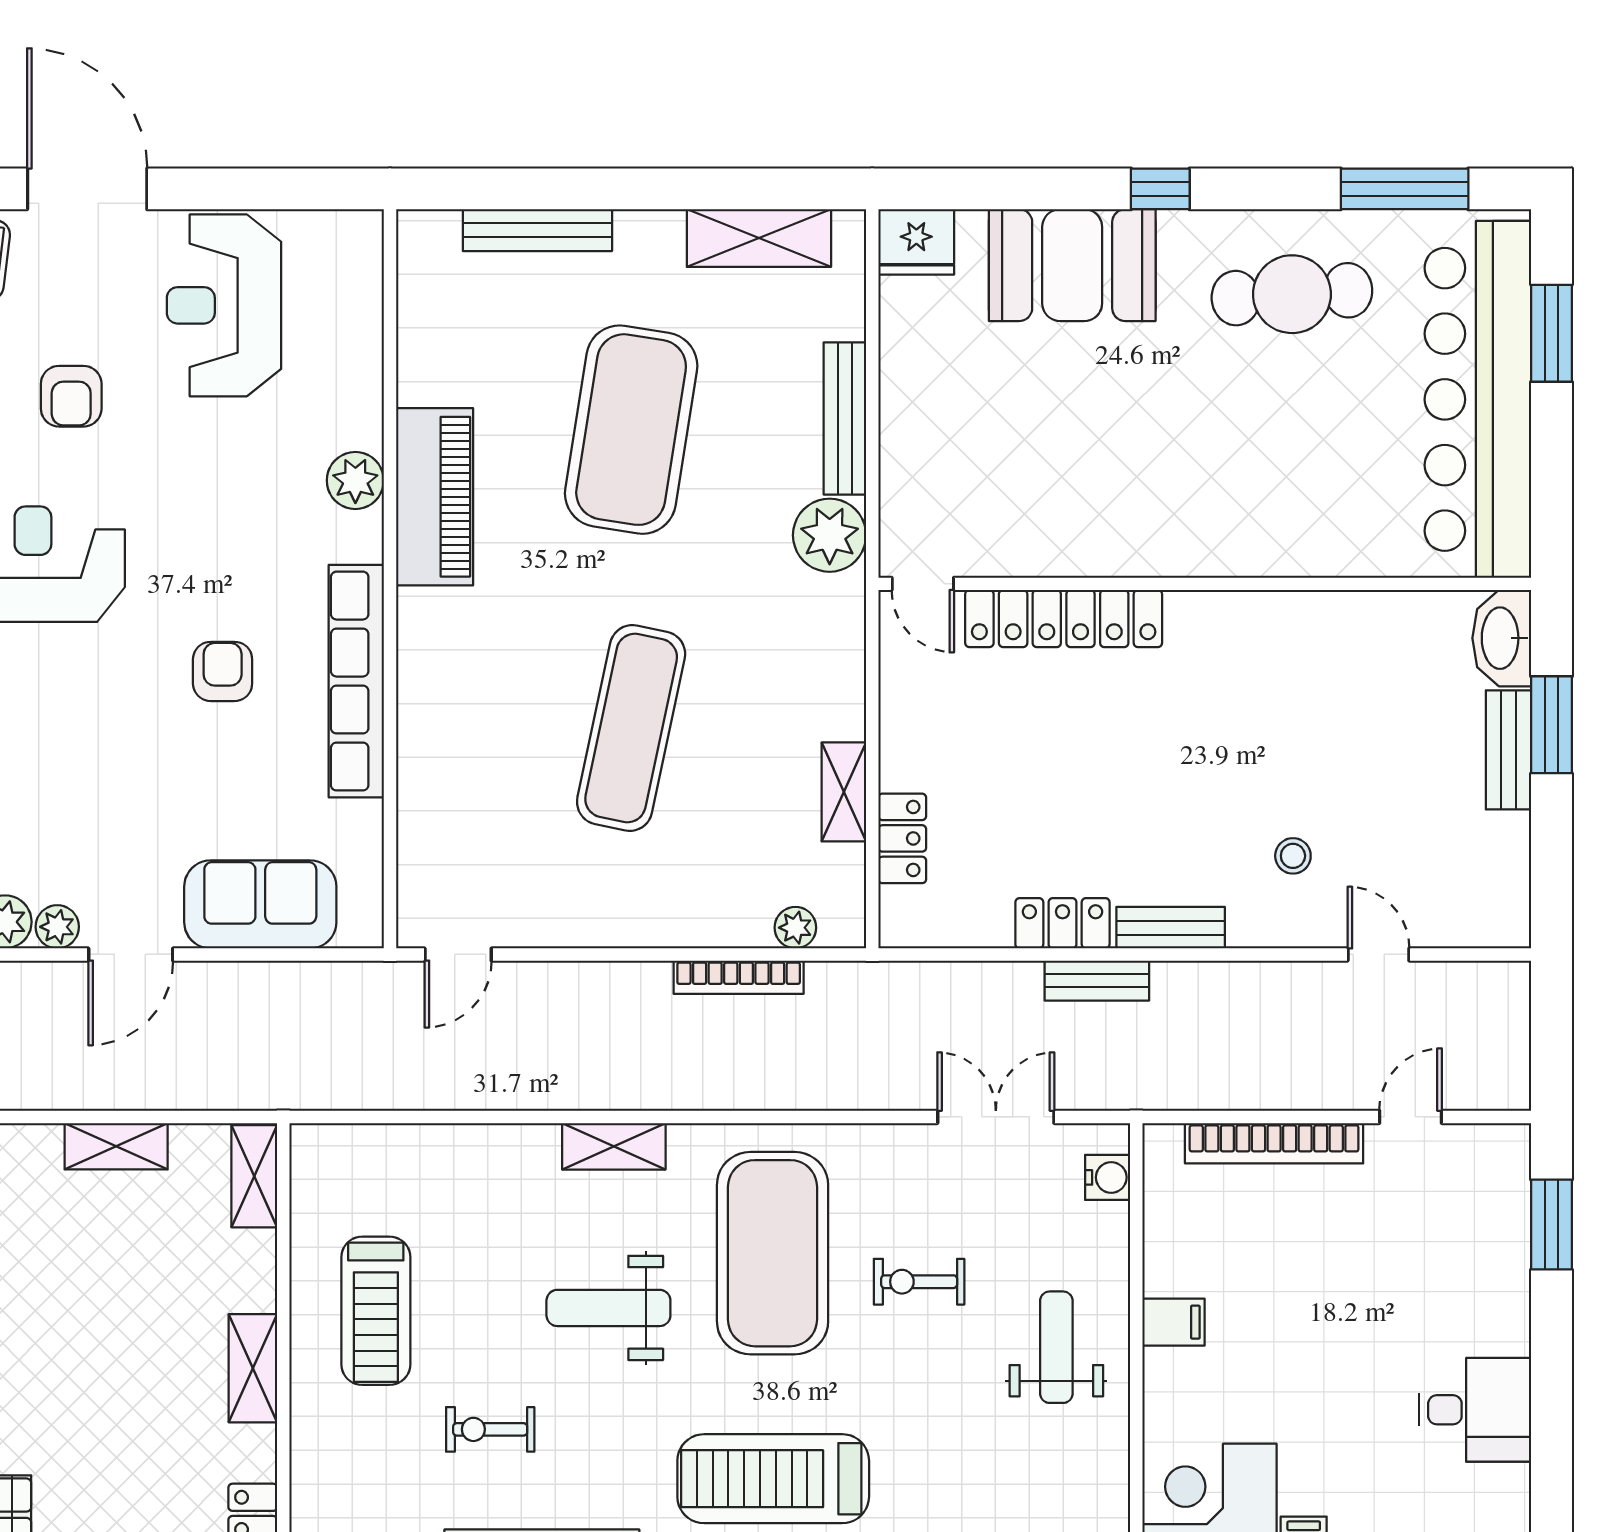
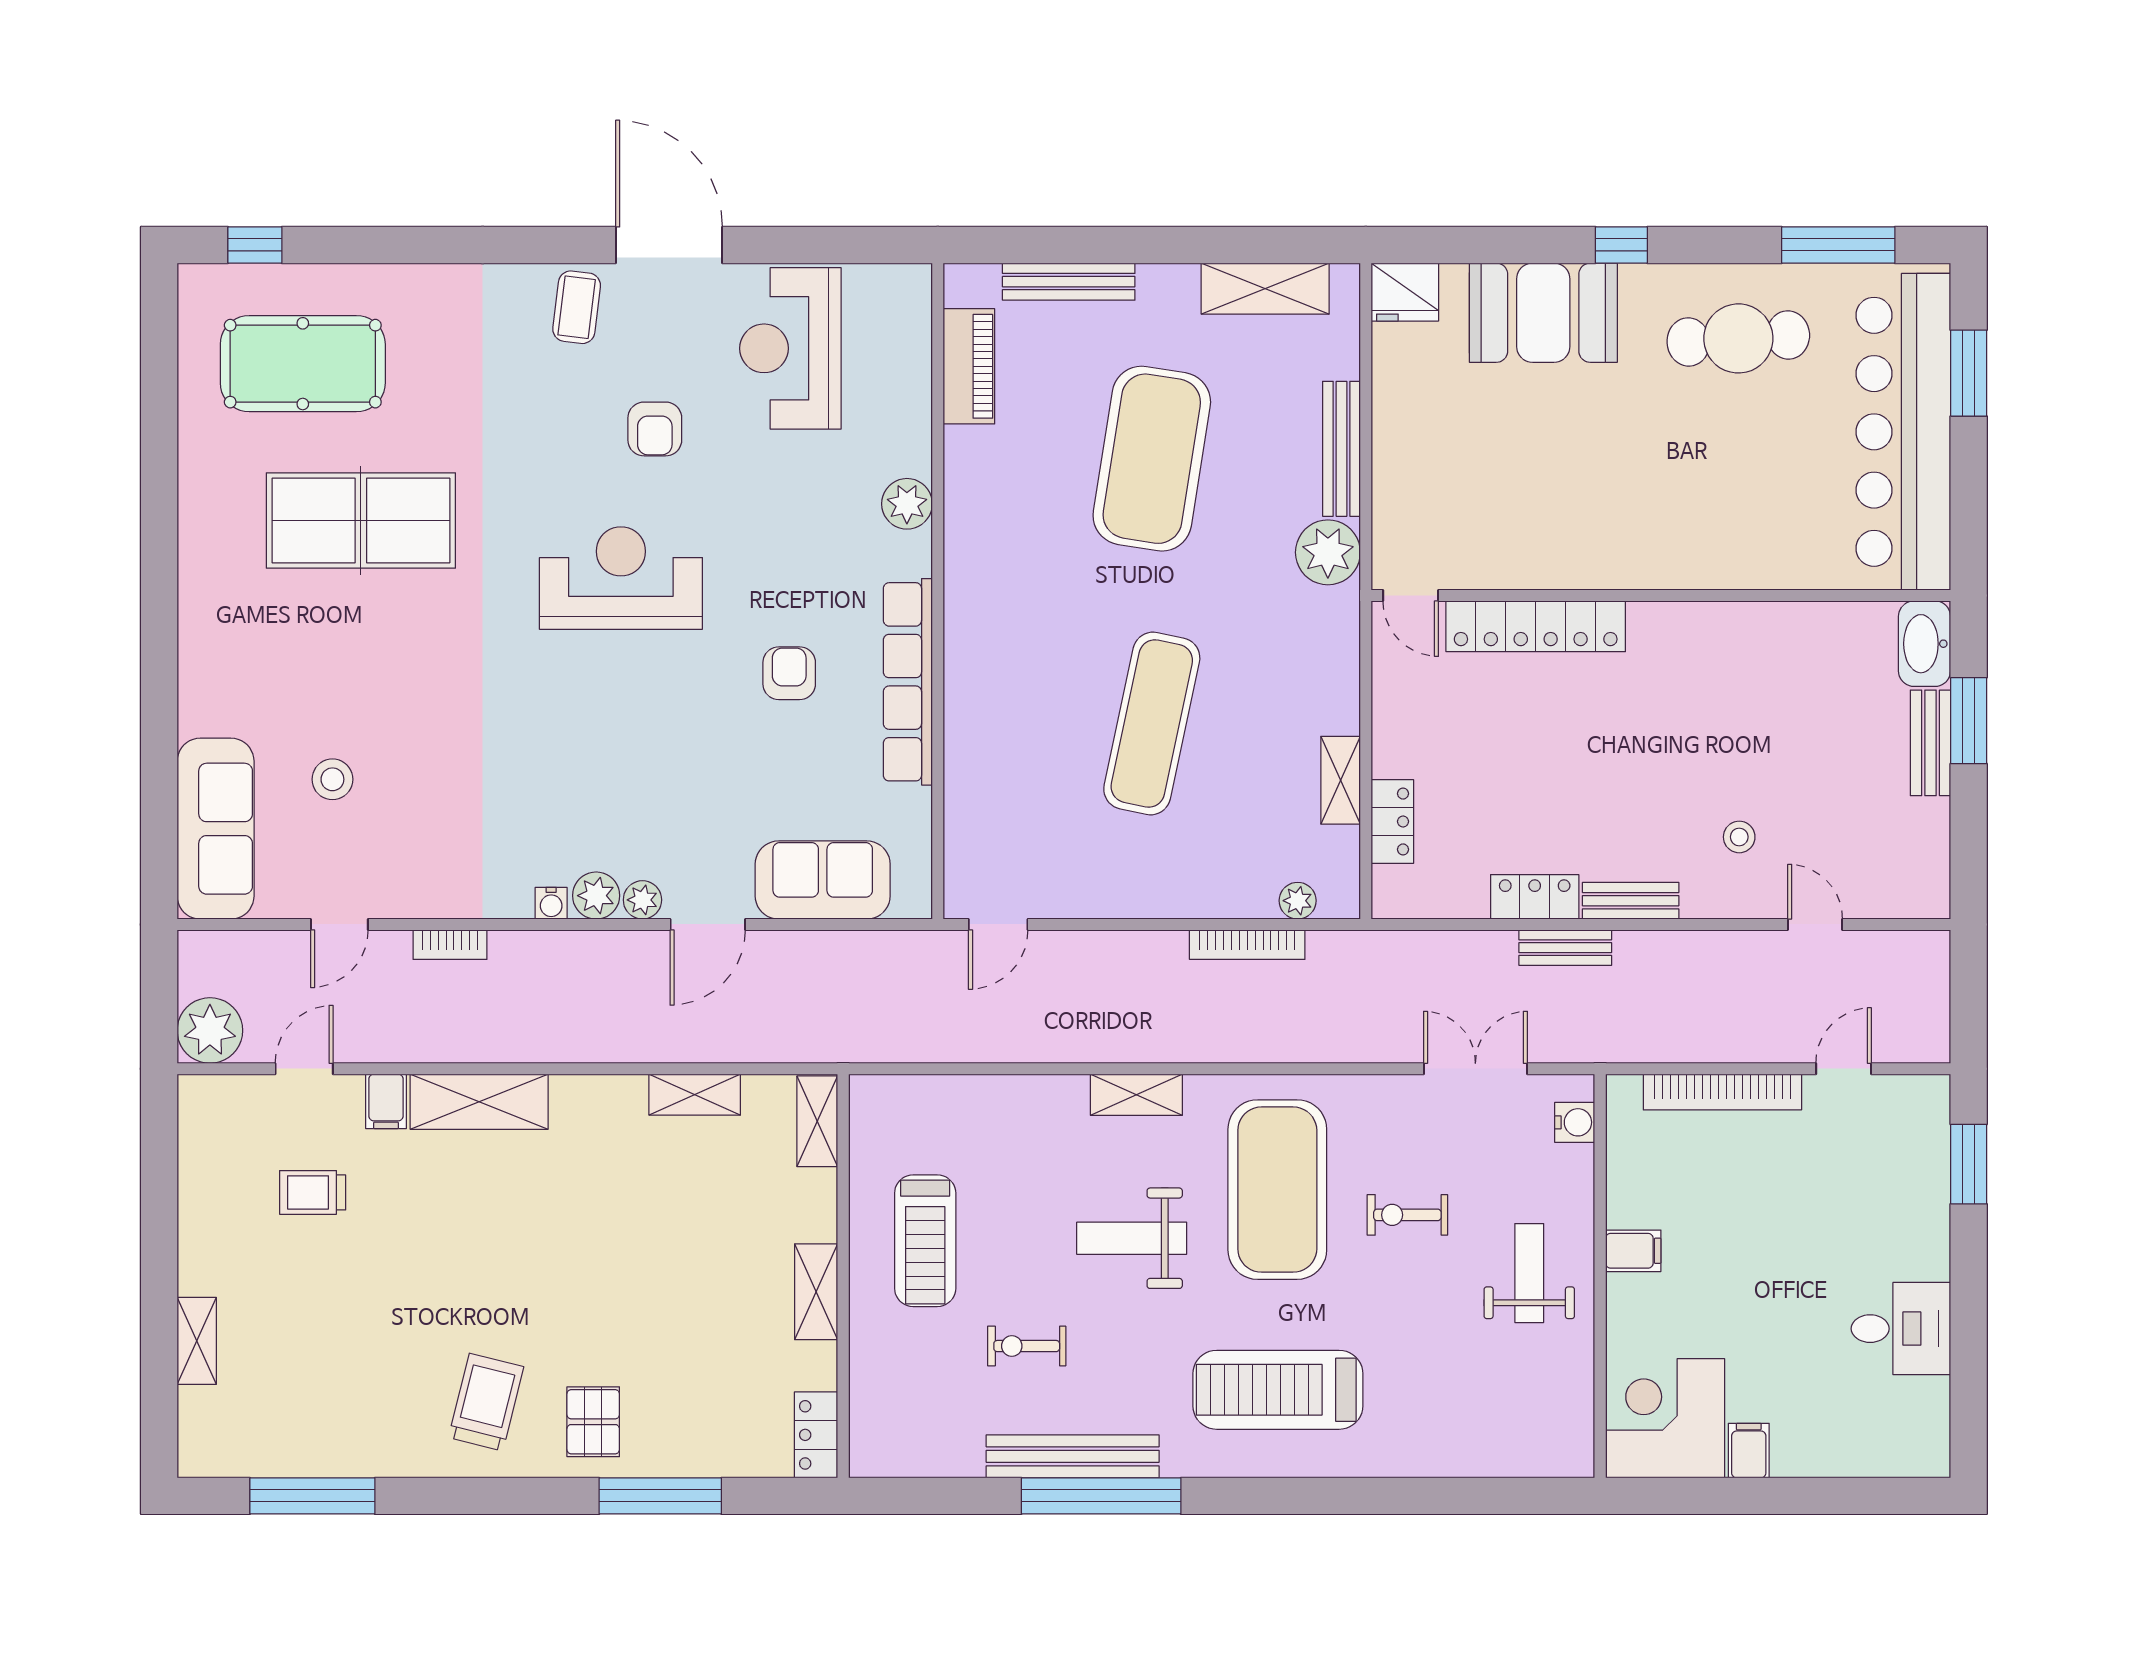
piano: (435, 497) -> (969, 366), moved, width x0.73, depth x0.75

